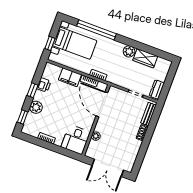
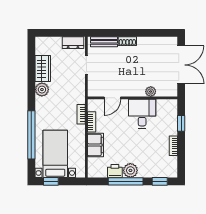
window: (50, 43) -> (51, 181), moved
window: (32, 90) -> (126, 181), width x2.17
door: (102, 104) -> (112, 98), width x0.53
plant: (36, 107) -> (130, 170), moved
desk: (76, 139) -> (142, 114), moved, turned -90
window: (62, 151) -> (181, 123), added

